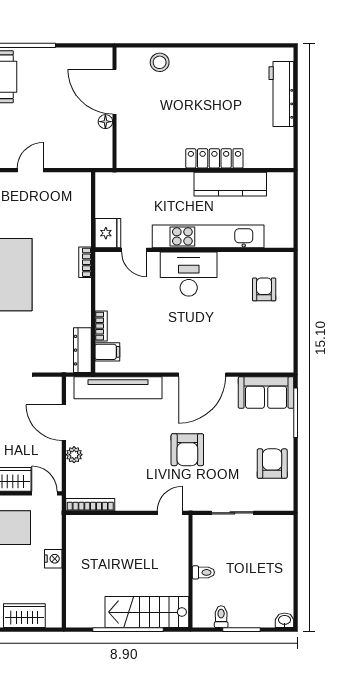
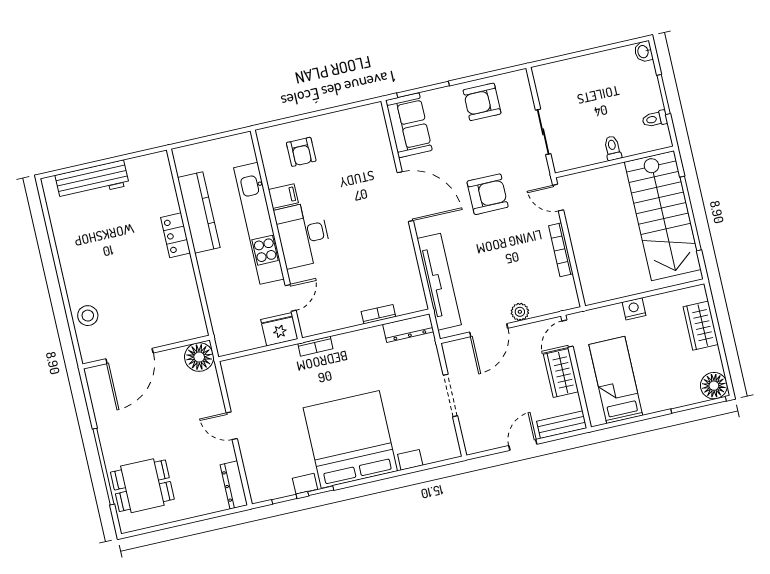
floor lamp: (105, 122) -> (199, 357), moved, width x1.89, depth x1.89
locker: (214, 158) -> (175, 235), width x0.66
armchair: (264, 289) -> (301, 152), turned -90
filing cabinet: (107, 352) -> (283, 196), moved, turned 90
bookcase: (90, 505) -> (561, 250), moved
stairs: (147, 612) -> (663, 216), width x1.36, depth x1.51

